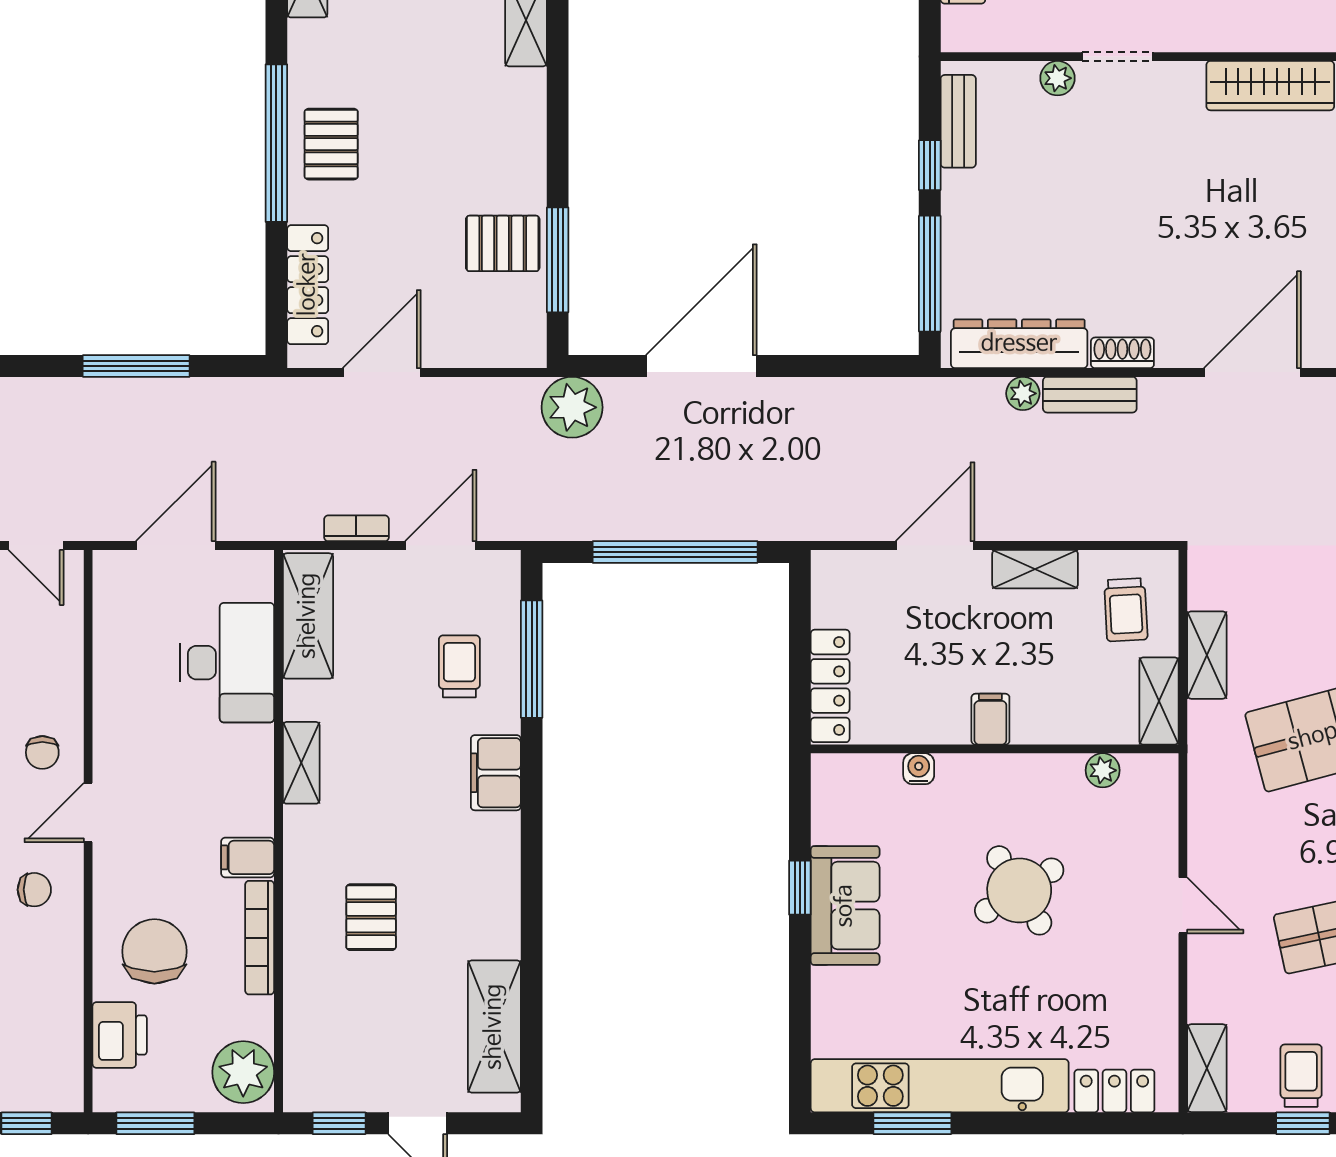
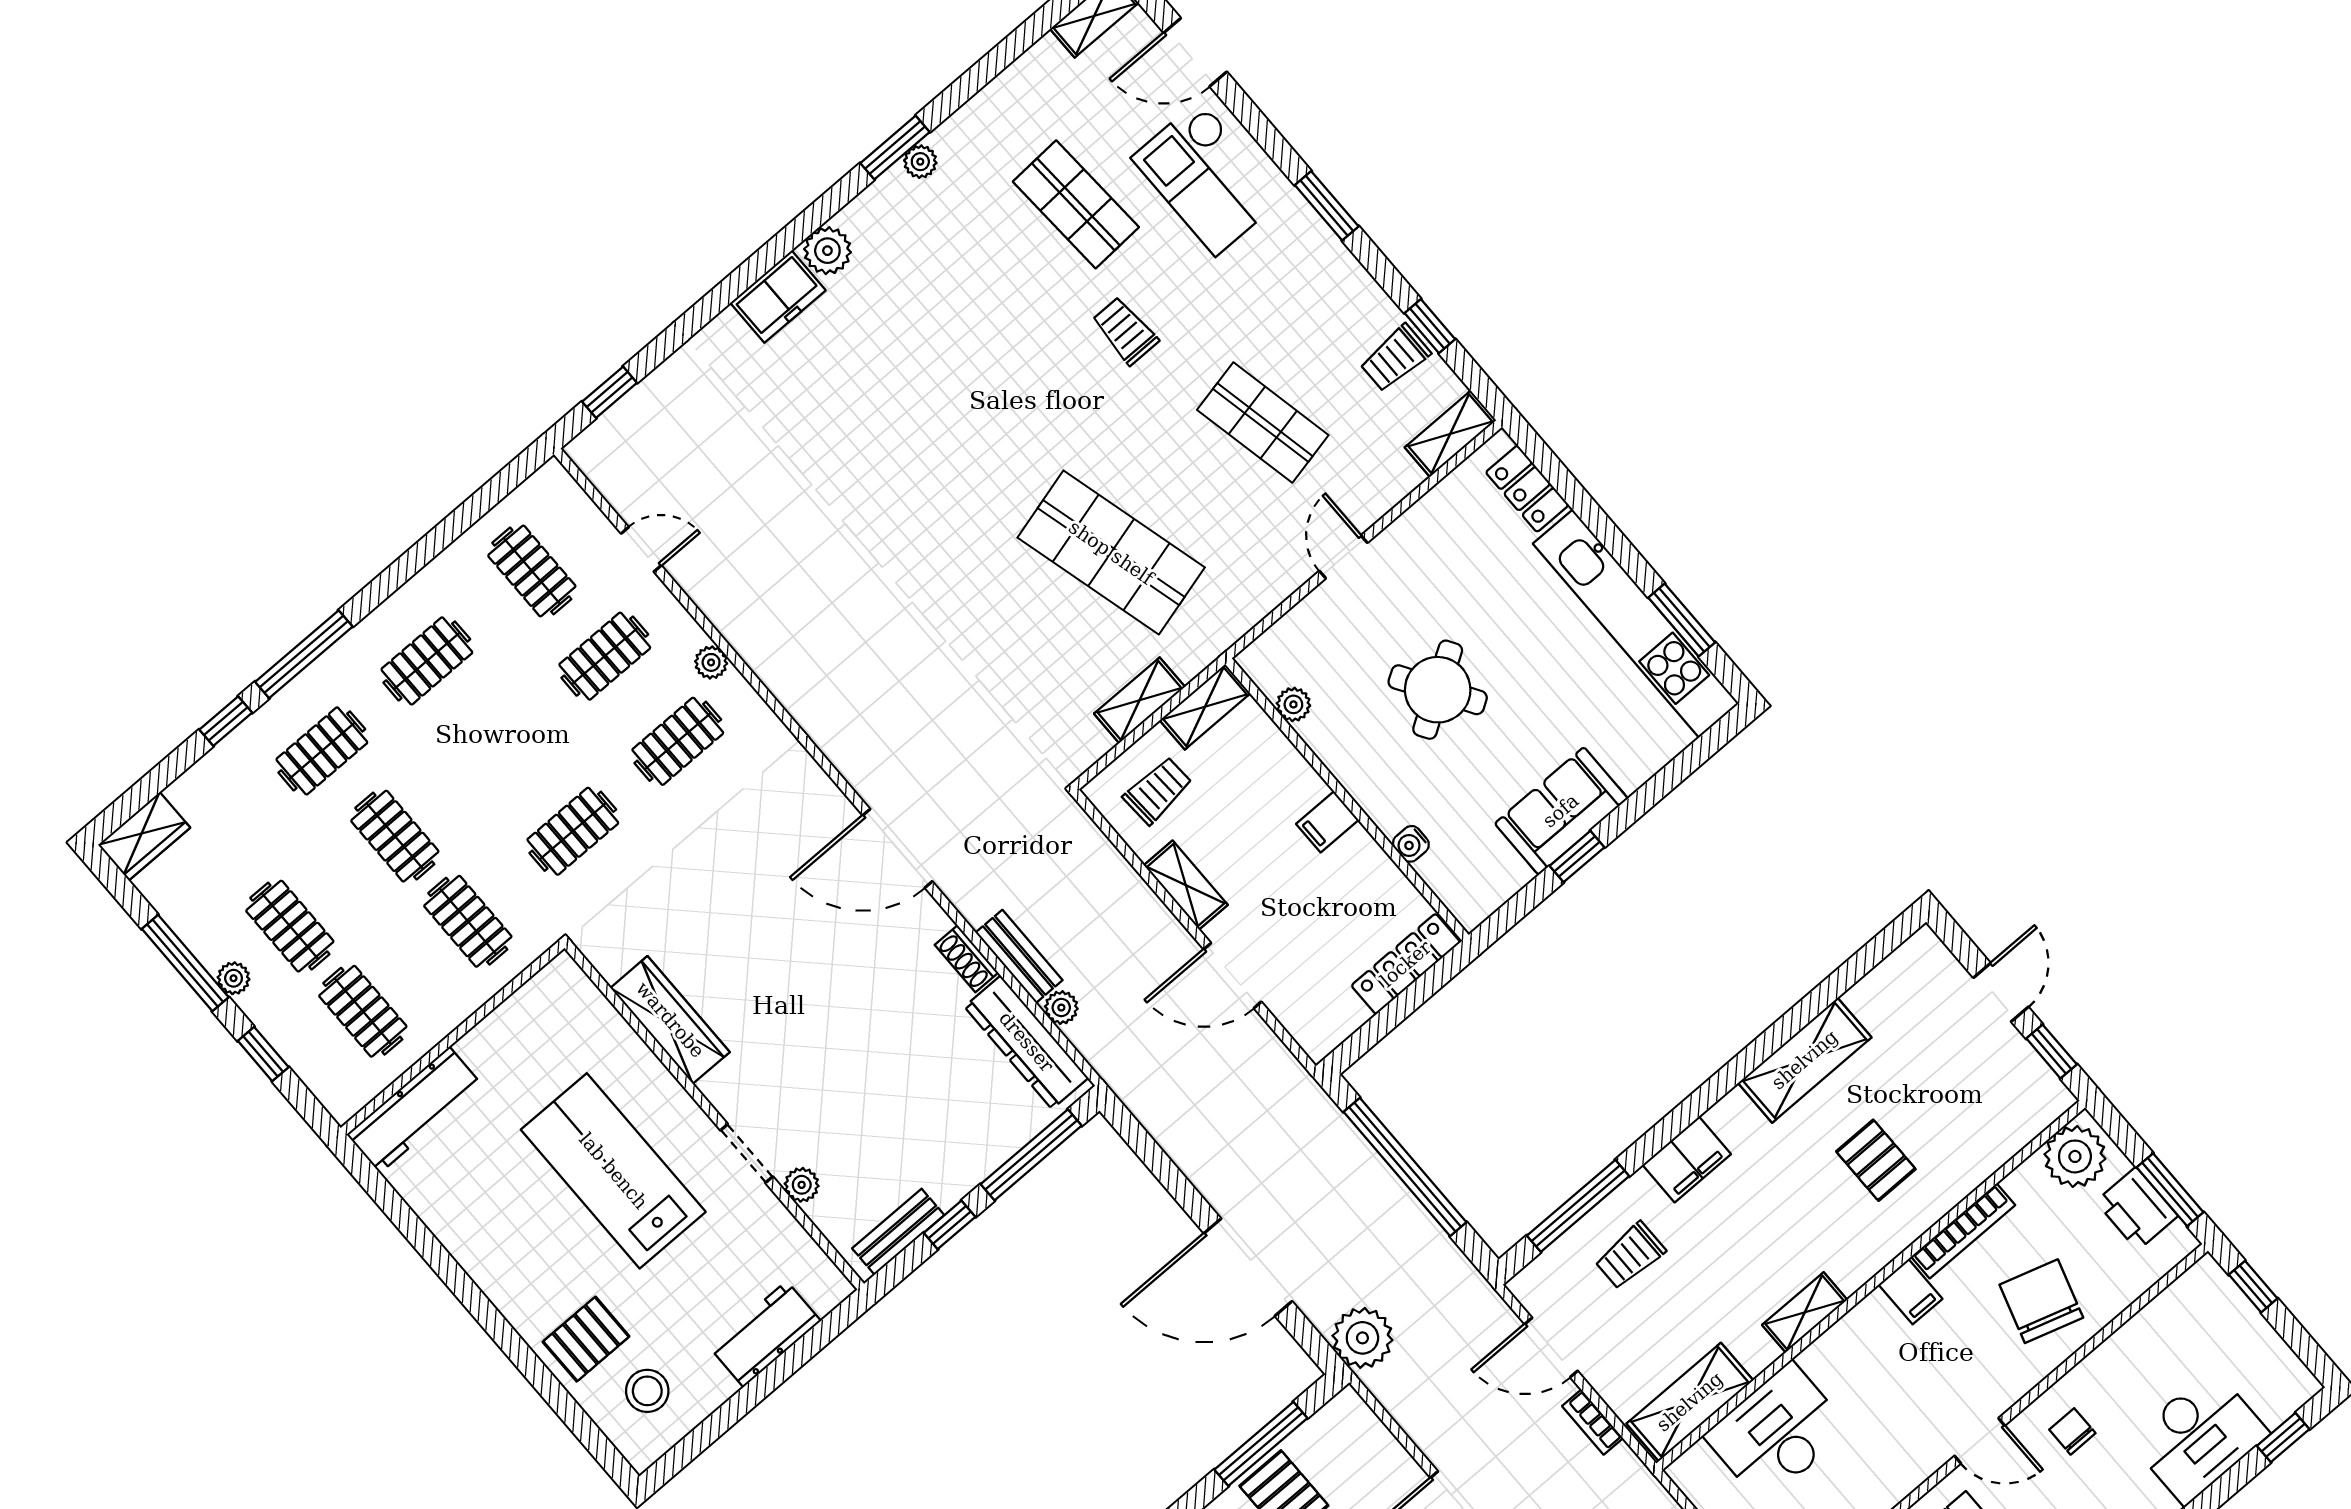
pallet: (371, 917) -> (1876, 1160), turned 90
chair: (154, 951) -> (2041, 1301), turned 107
shelving: (494, 1027) -> (1805, 1060), moved
printer: (120, 1035) -> (2137, 1209), moved, turned -90

